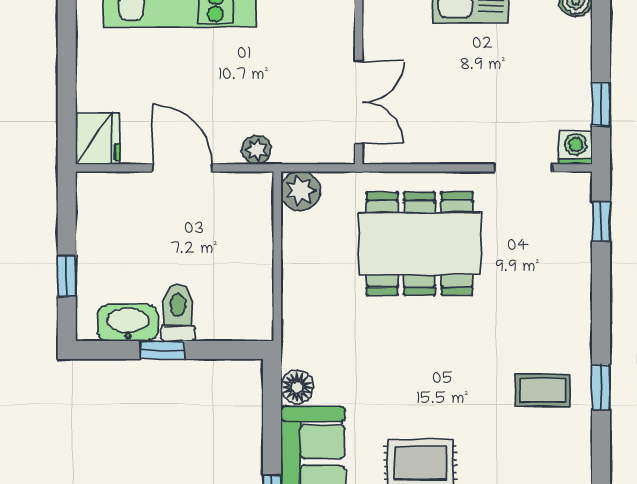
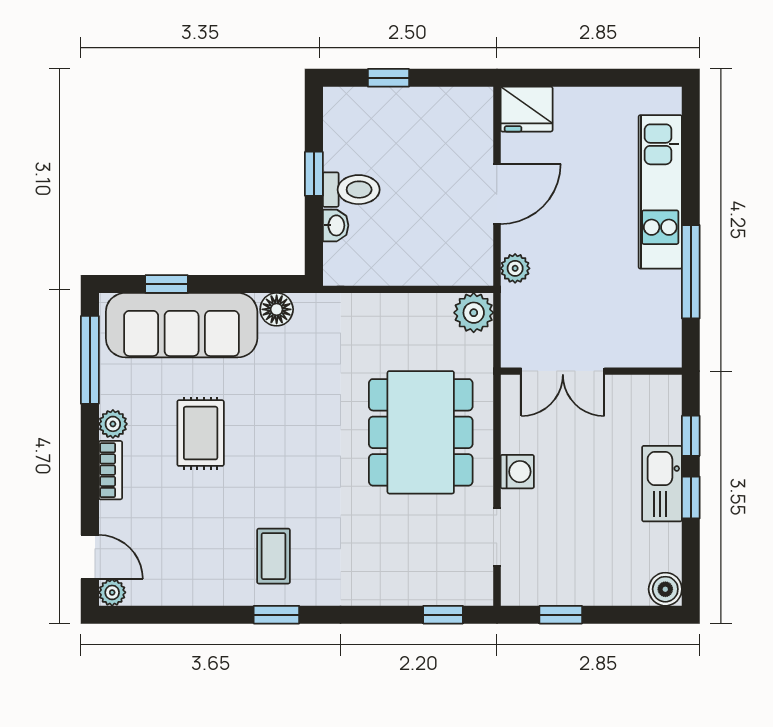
washing machine: (576, 148) -> (517, 472), moved
washbasin: (128, 323) -> (336, 225), moved, width x0.52, depth x0.69

